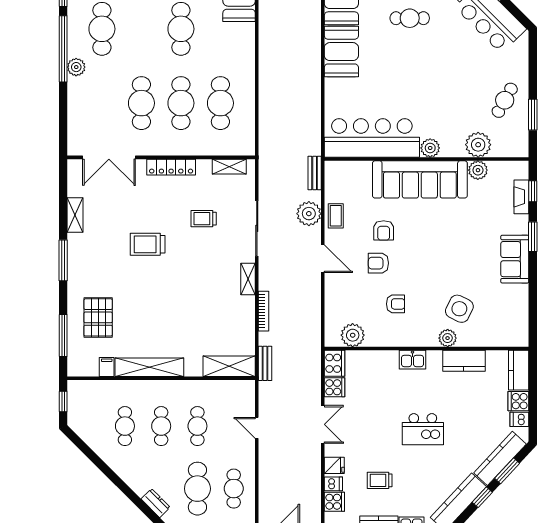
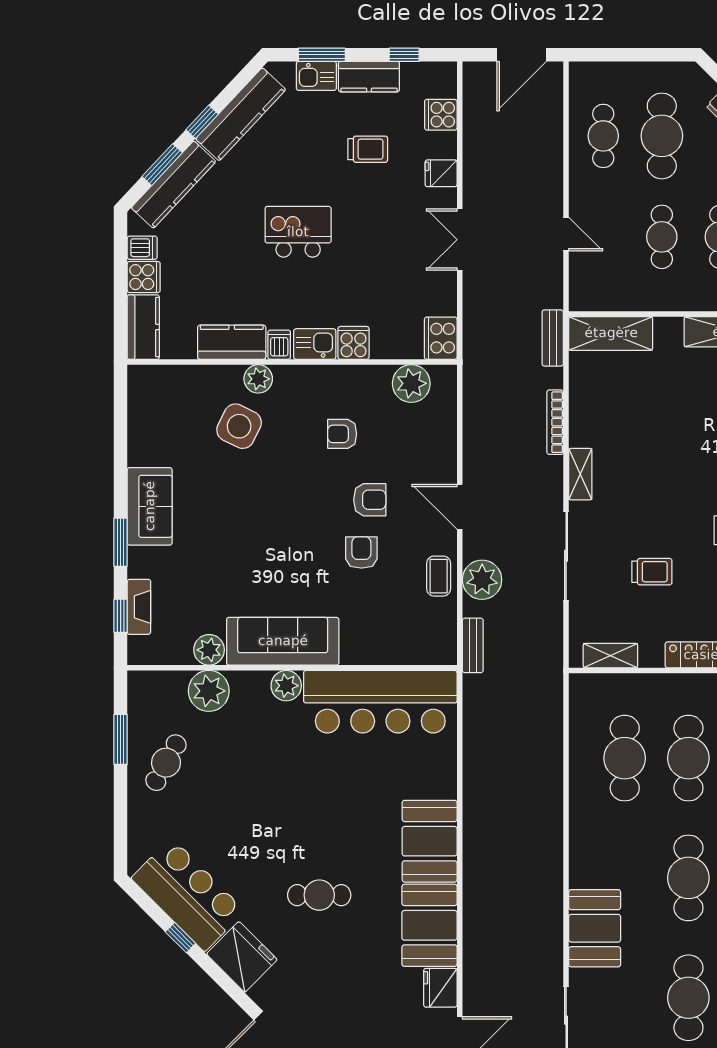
sofa: (420, 179) -> (283, 641), width x0.74, depth x0.79
cooker: (334, 387) -> (353, 343), moved, turned 90
dishwasher: (333, 484) -> (279, 345), moved, turned 90

